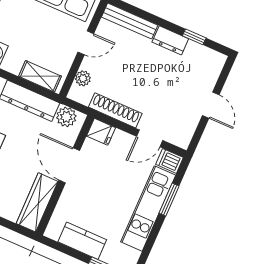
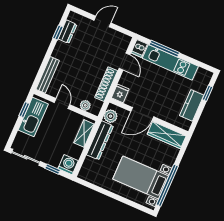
dresser: (170, 40) -> (67, 32), moved
window: (169, 200) -> (164, 49), width x1.44

